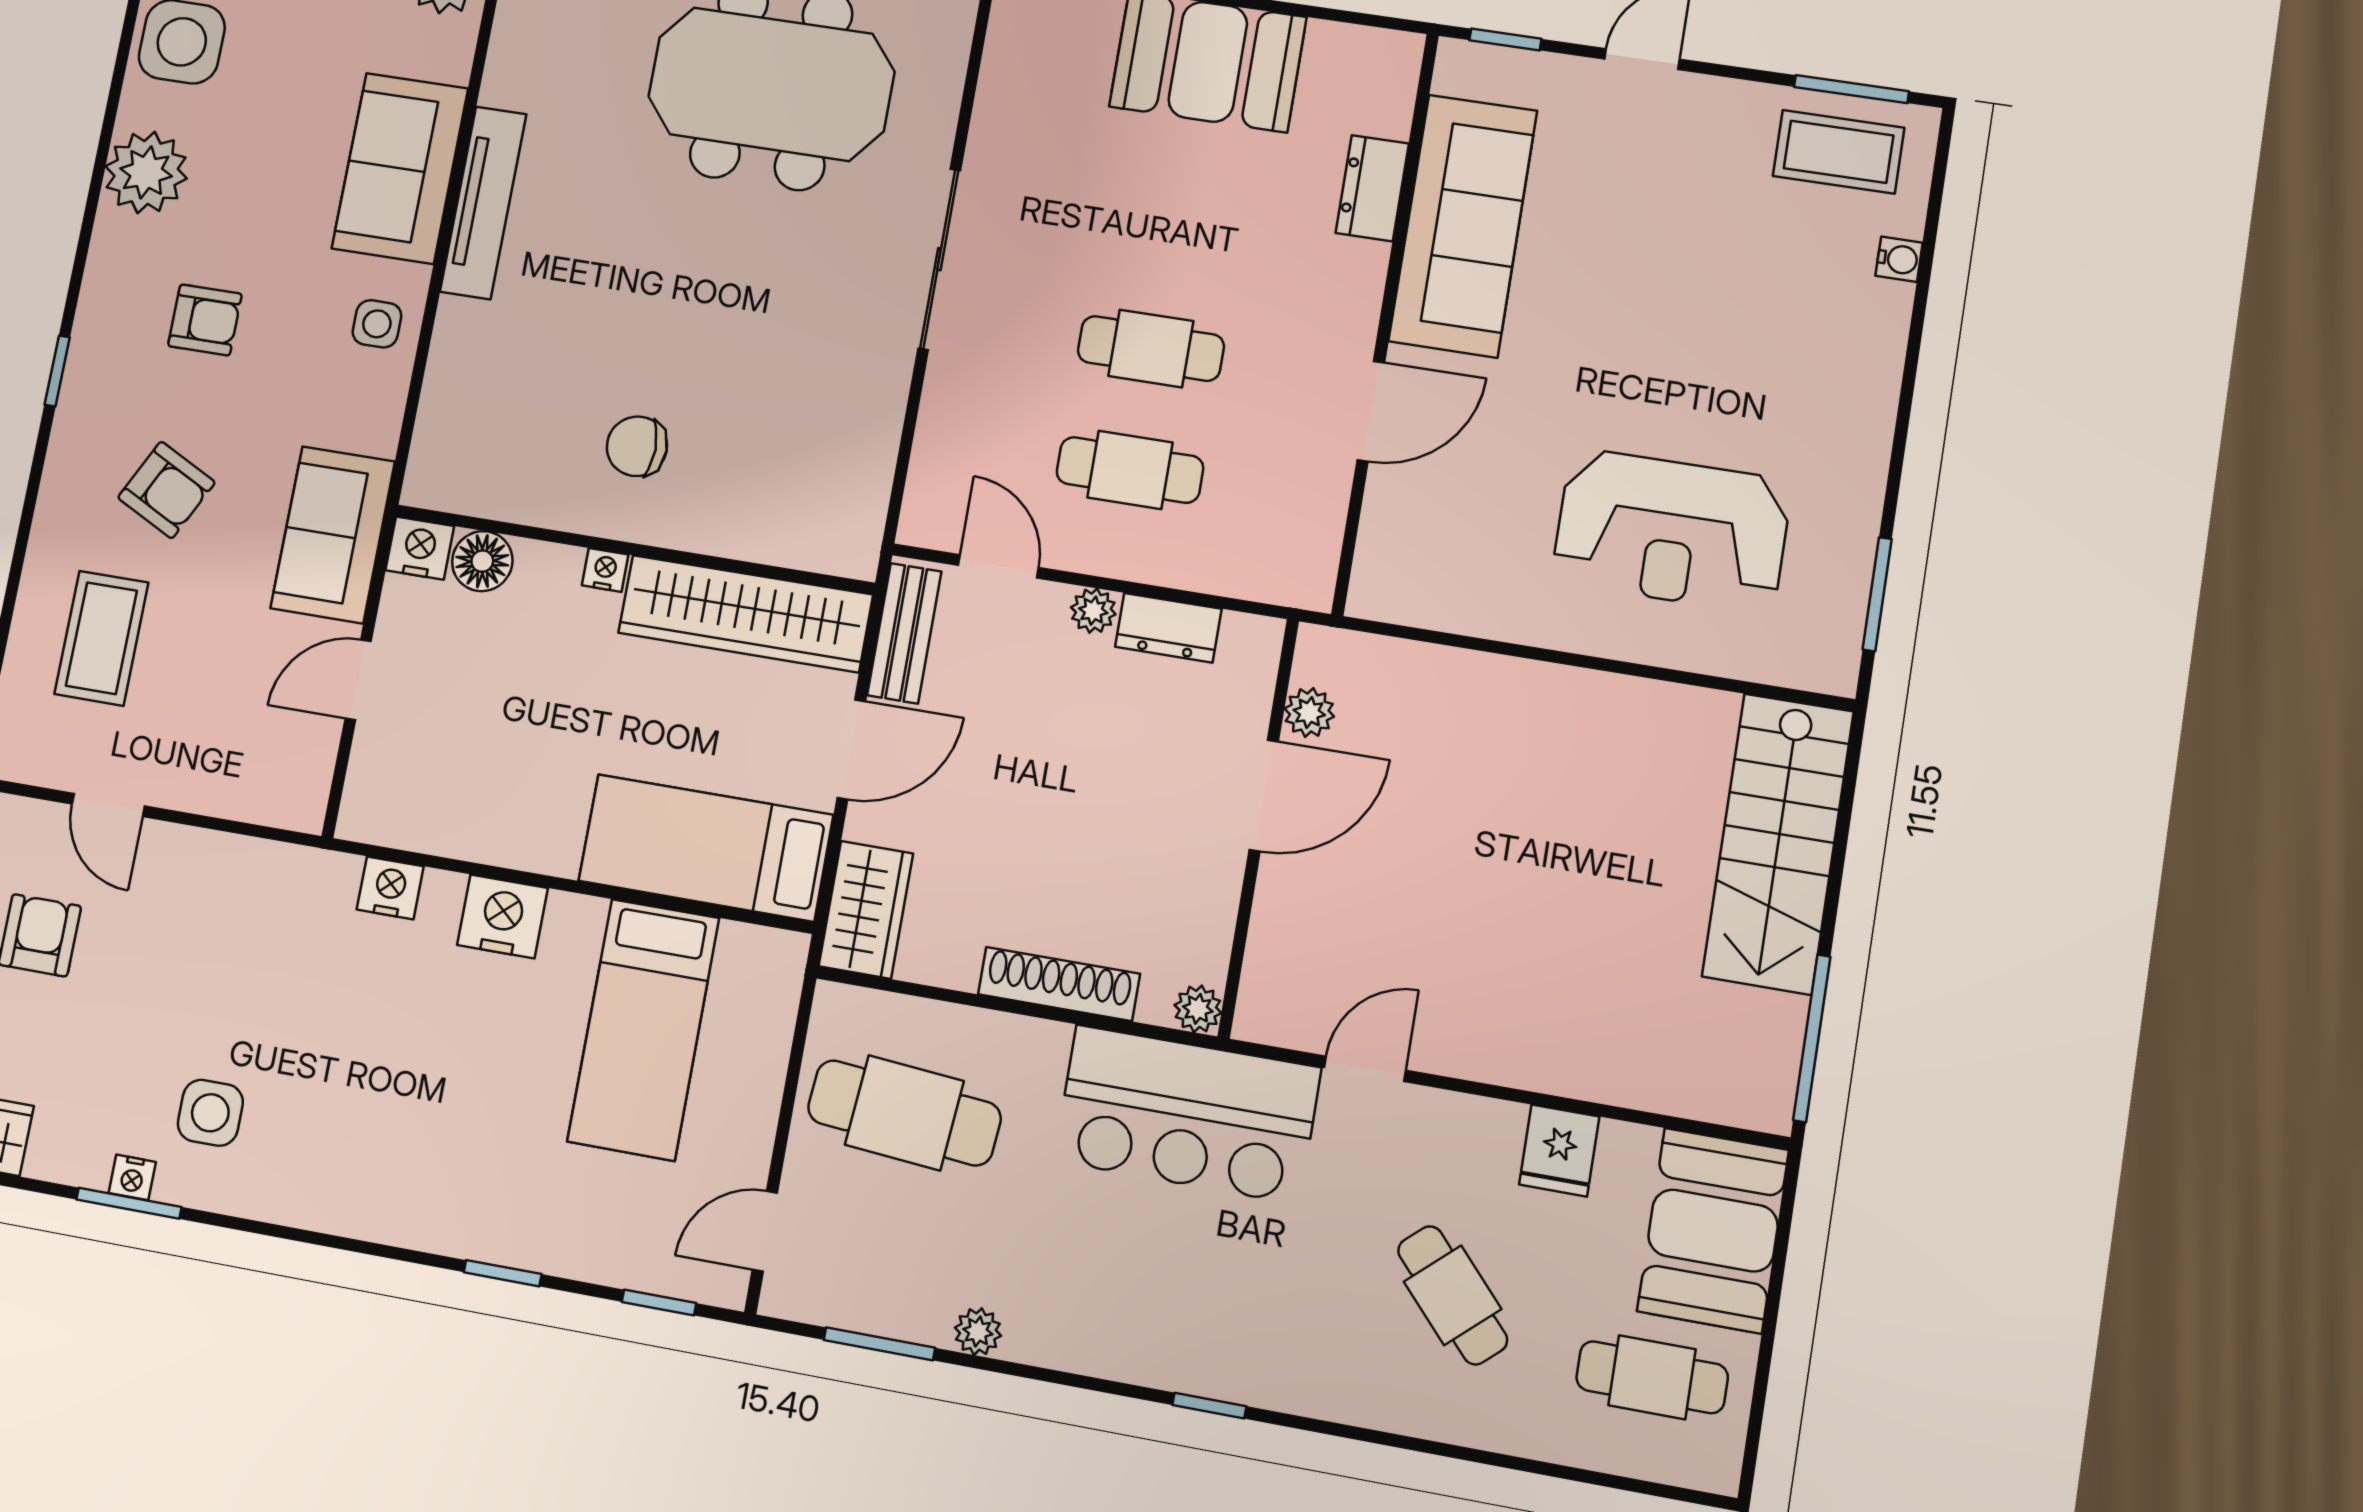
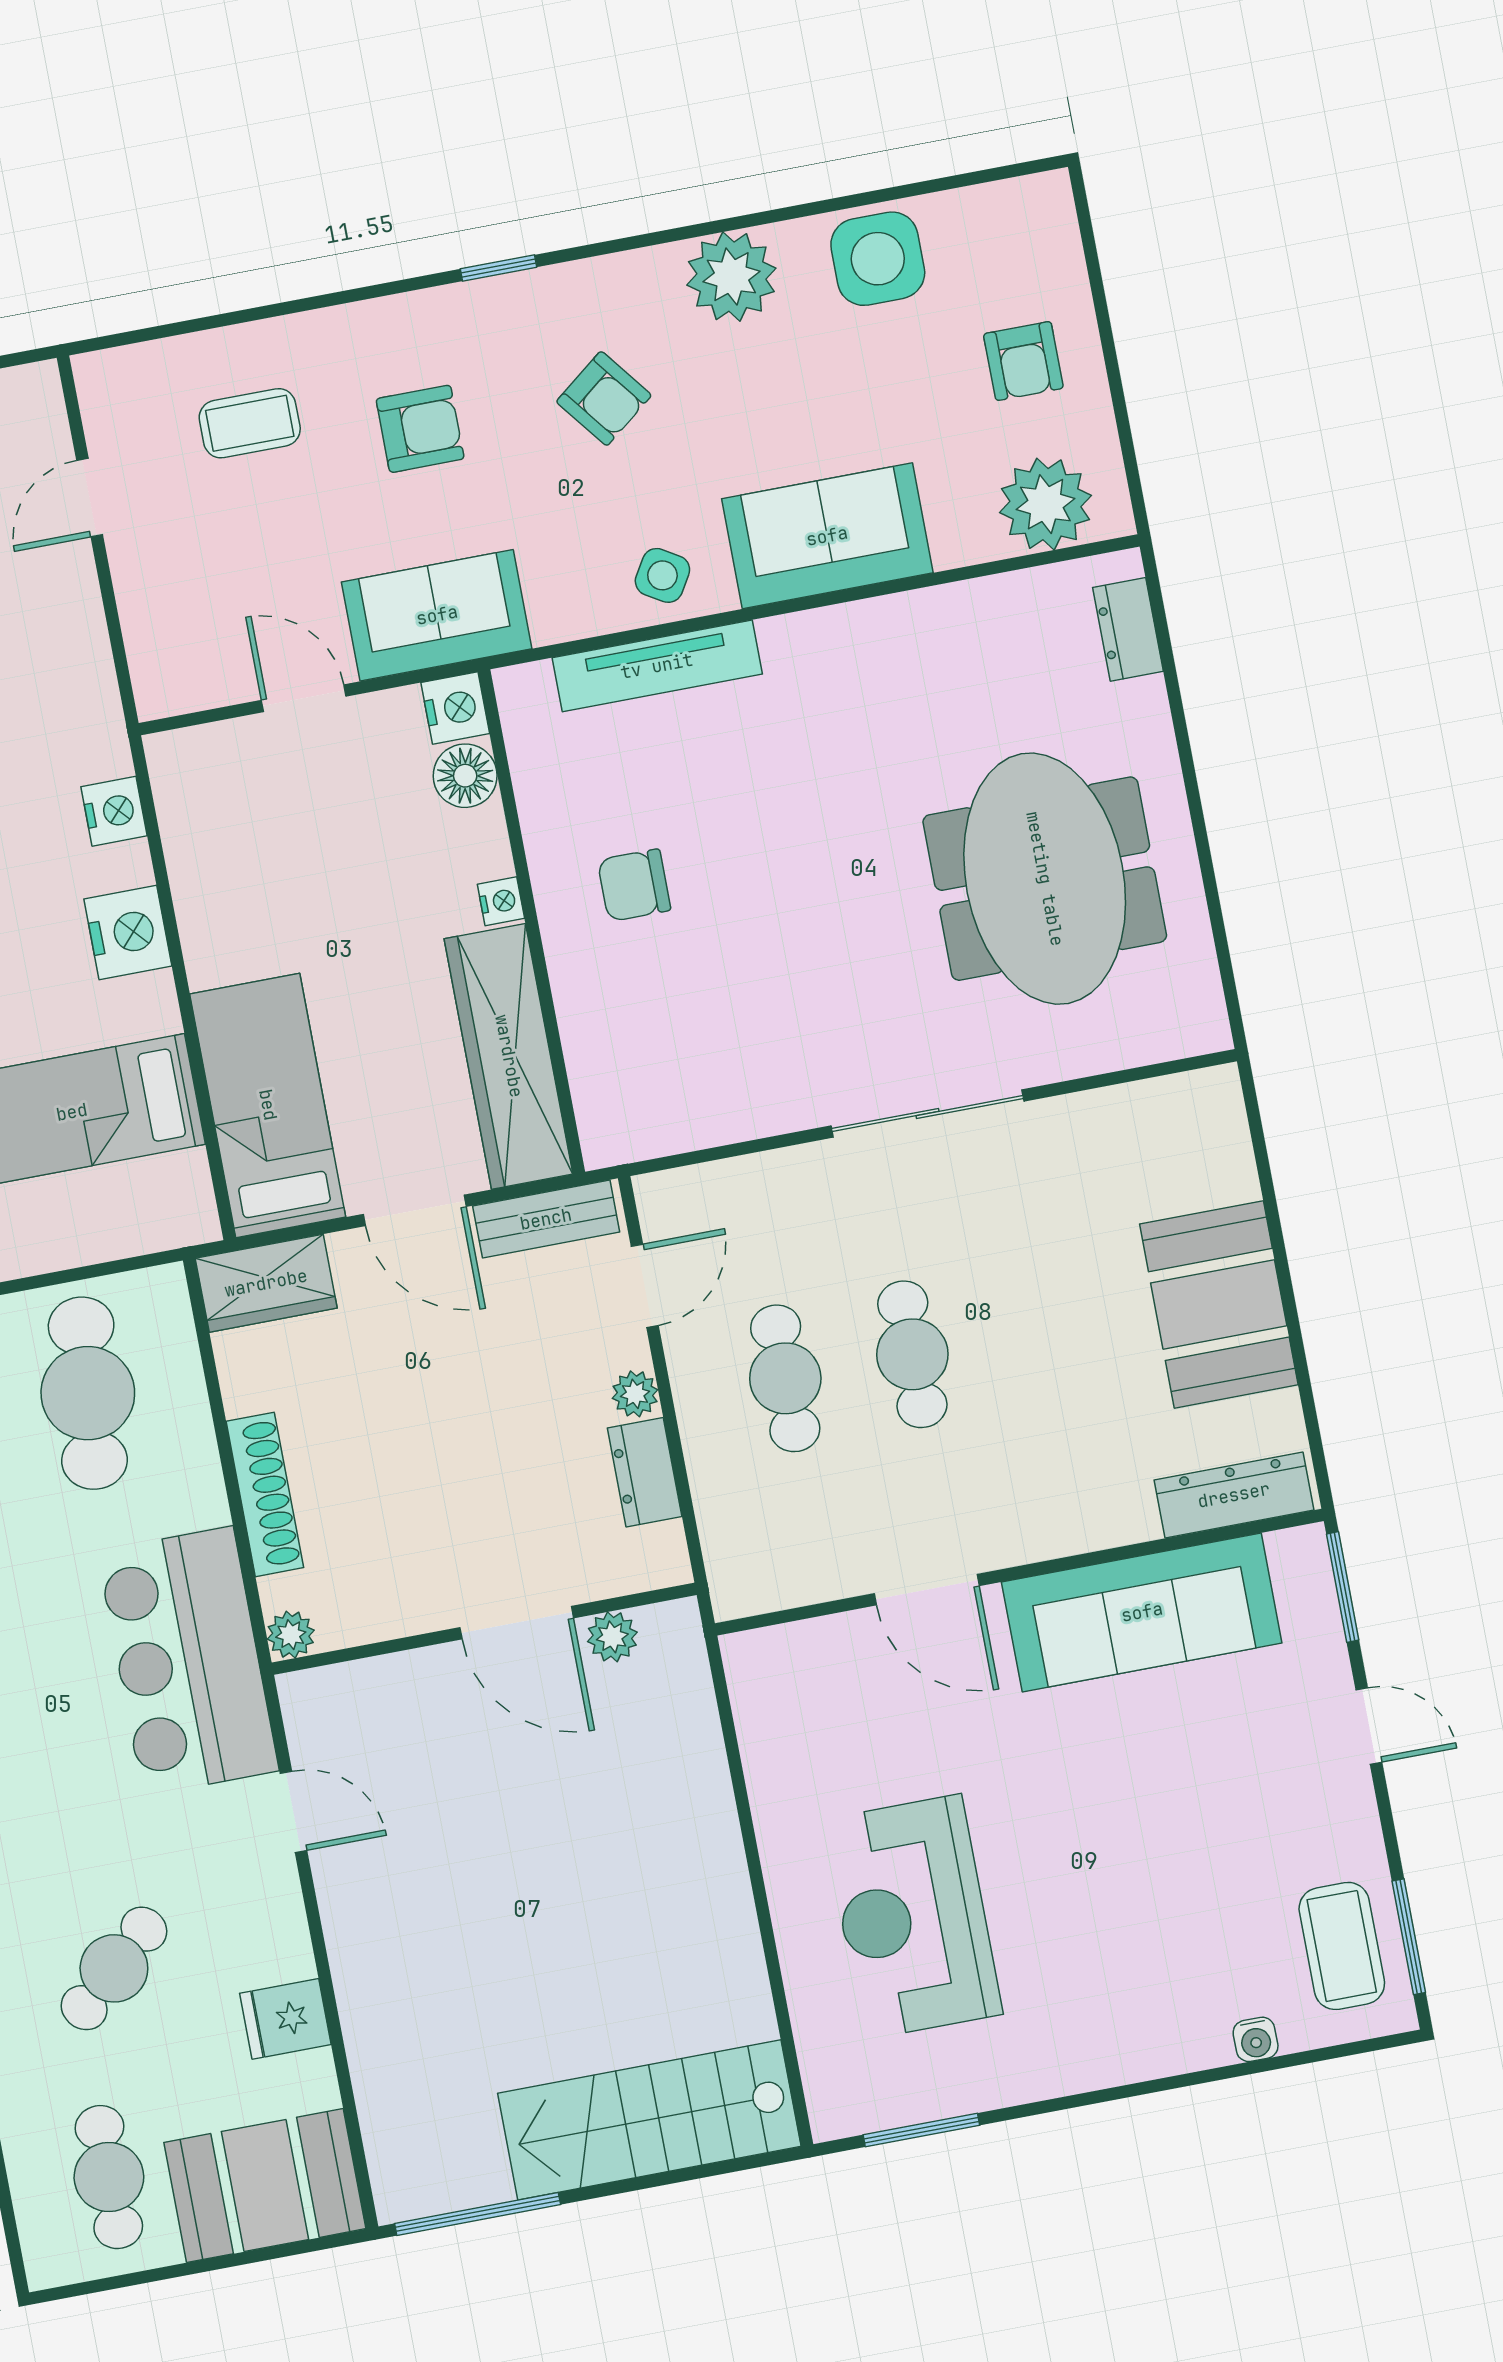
window: (1505, 39) -> (1343, 1587), width x1.50
dresser: (1372, 188) -> (1234, 1495), moved, width x1.44
tv unit: (483, 203) -> (657, 666), moved
armchair: (205, 320) -> (604, 398), turned -38
side table: (377, 324) -> (662, 575), turned 31
chair: (637, 446) -> (634, 885), turned -90
armchair: (166, 490) -> (420, 429), turned -117
coffee table: (101, 638) -> (250, 423), width x0.73, depth x0.77

